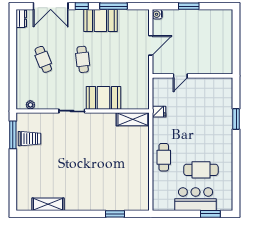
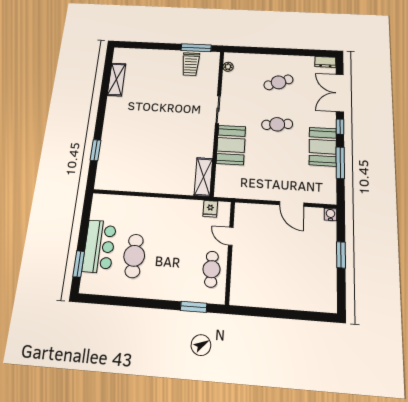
door: (180, 76) -> (231, 236), moved
wall: (193, 76) -> (230, 252), moved
cafe table: (164, 157) -> (211, 269), moved, turned 90

